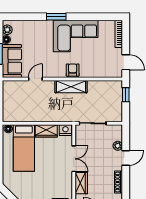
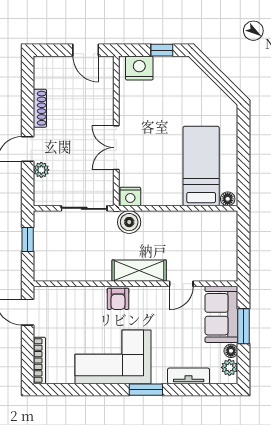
tv unit: (31, 25) -> (189, 376), added
shelving: (71, 87) -> (139, 271), moved
window: (126, 95) -> (28, 240), moved
boiler: (66, 115) -> (129, 222), added
wardrobe: (46, 131) -> (163, 195), removed
wardrobe: (81, 183) -> (103, 106), removed

